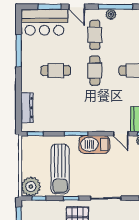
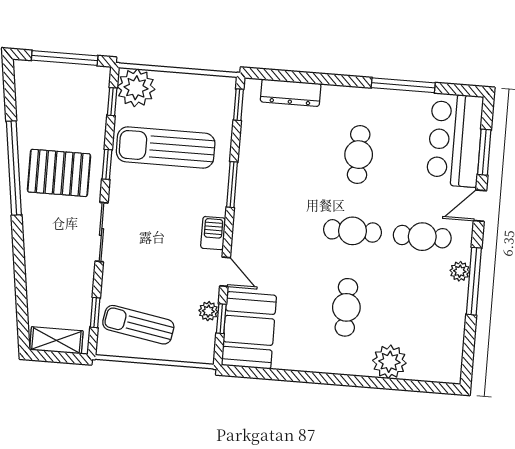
door: (121, 134) -> (225, 272), swing flipped
barbecue: (94, 144) -> (213, 233), width x0.53, depth x0.65

